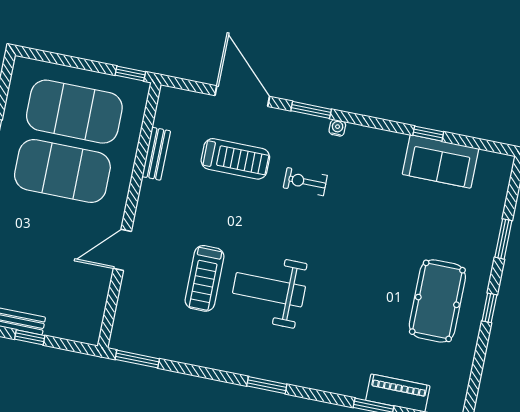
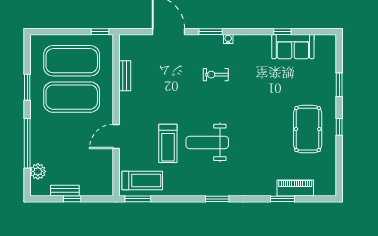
treadmill: (235, 159) -> (142, 180), moved

